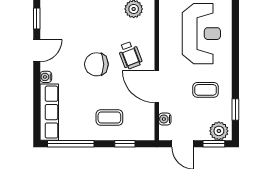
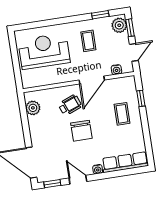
window: (71, 144) -> (148, 141), removed

